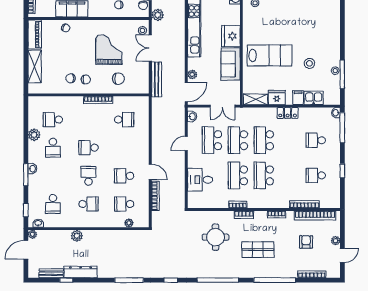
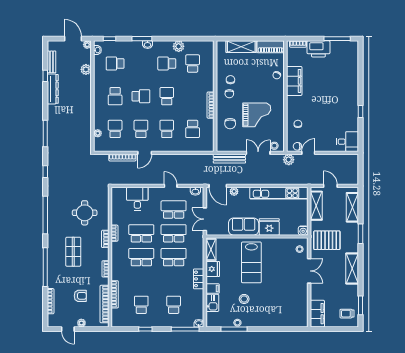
school desk: (124, 148) -> (167, 129), added
plant: (77, 236) -> (86, 69), moved

